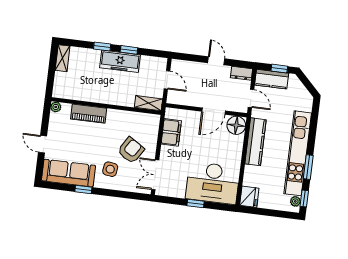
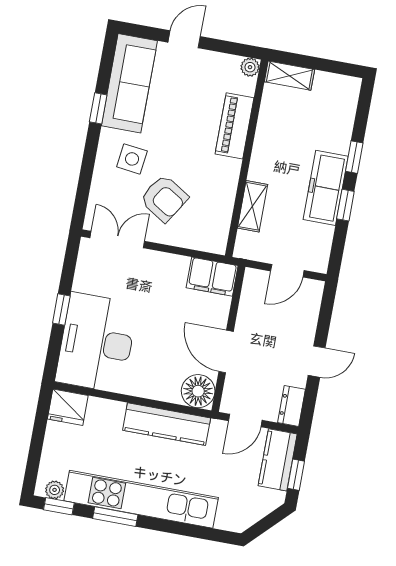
shelving: (63, 58) -> (289, 76), moved
shelving: (148, 103) -> (253, 206), moved
filing cabinet: (171, 132) -> (212, 277), moved

